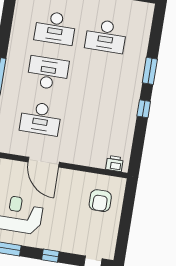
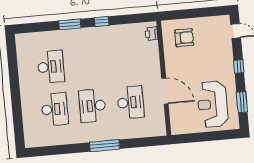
door: (44, 162) -> (165, 91), hinge flipped

